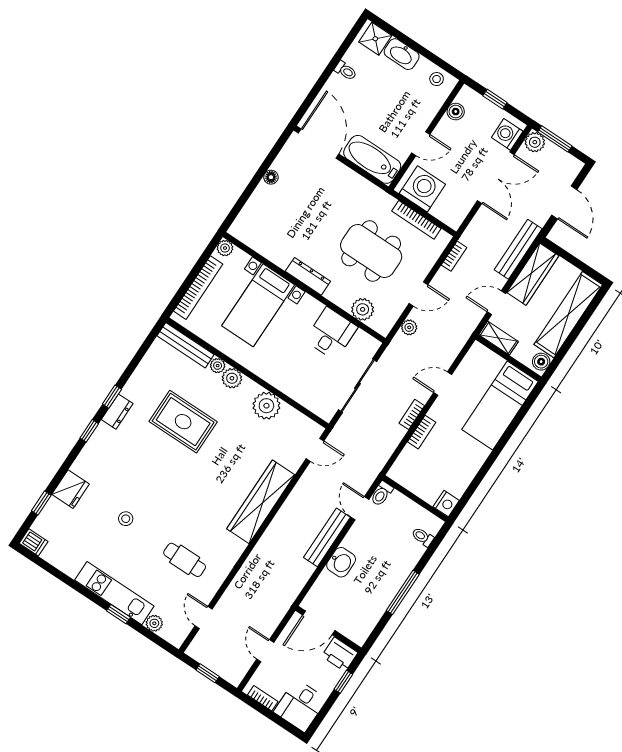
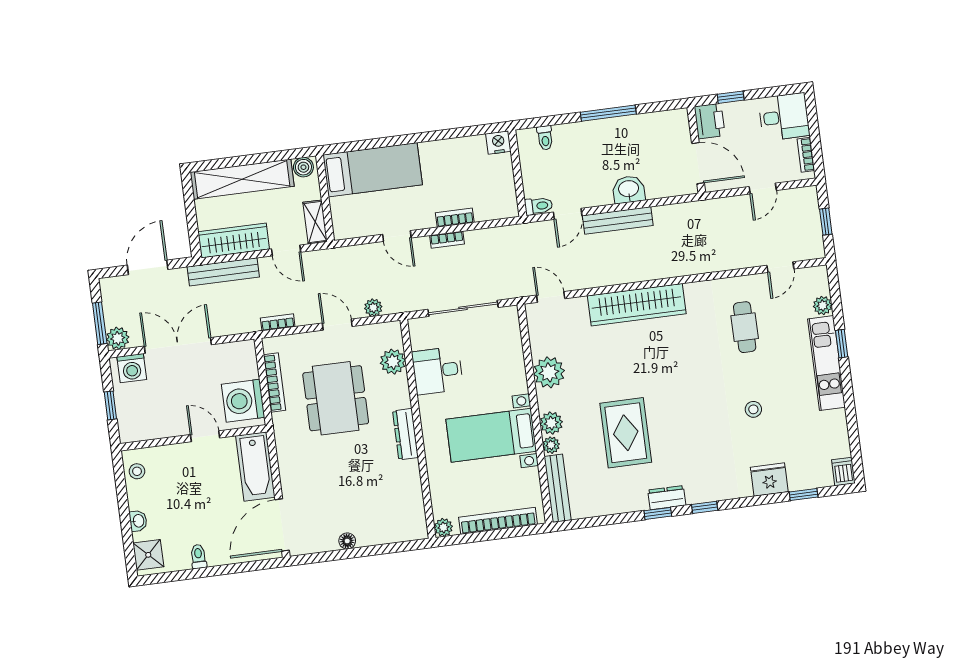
washbasin: (402, 54) -> (138, 521), width x0.52, depth x0.69
boiler: (456, 112) -> (151, 430), removed
bed with nightstands: (258, 305) -> (491, 435), moved, turned 180

